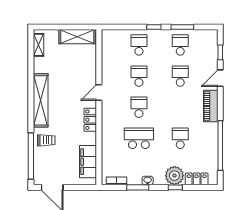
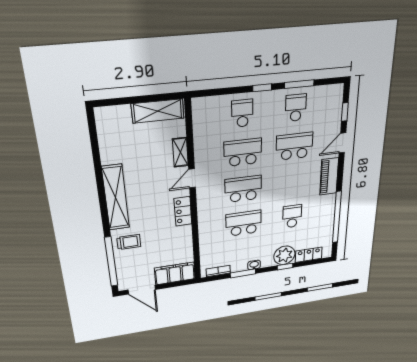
shelving: (38, 45) -> (180, 152), moved
school desk: (139, 76) -> (243, 152), width x1.85
school desk: (180, 76) -> (294, 146), width x1.85
school desk: (139, 107) -> (243, 189), width x1.85
filing cabinet: (88, 162) -> (175, 273), moved, turned 90

